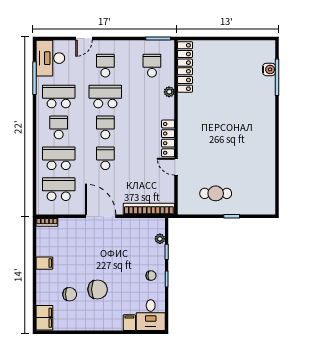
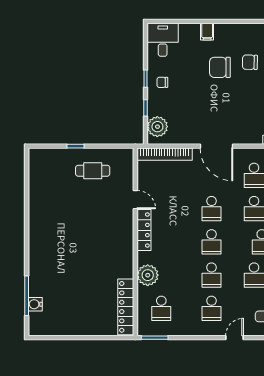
plant: (169, 92) -> (148, 275), width x1.88, depth x1.88
school desk: (105, 96) -> (211, 275), width x0.54
plant: (160, 239) -> (157, 127), width x1.87, depth x1.87
filing cabinet: (129, 323) -> (207, 32), moved

